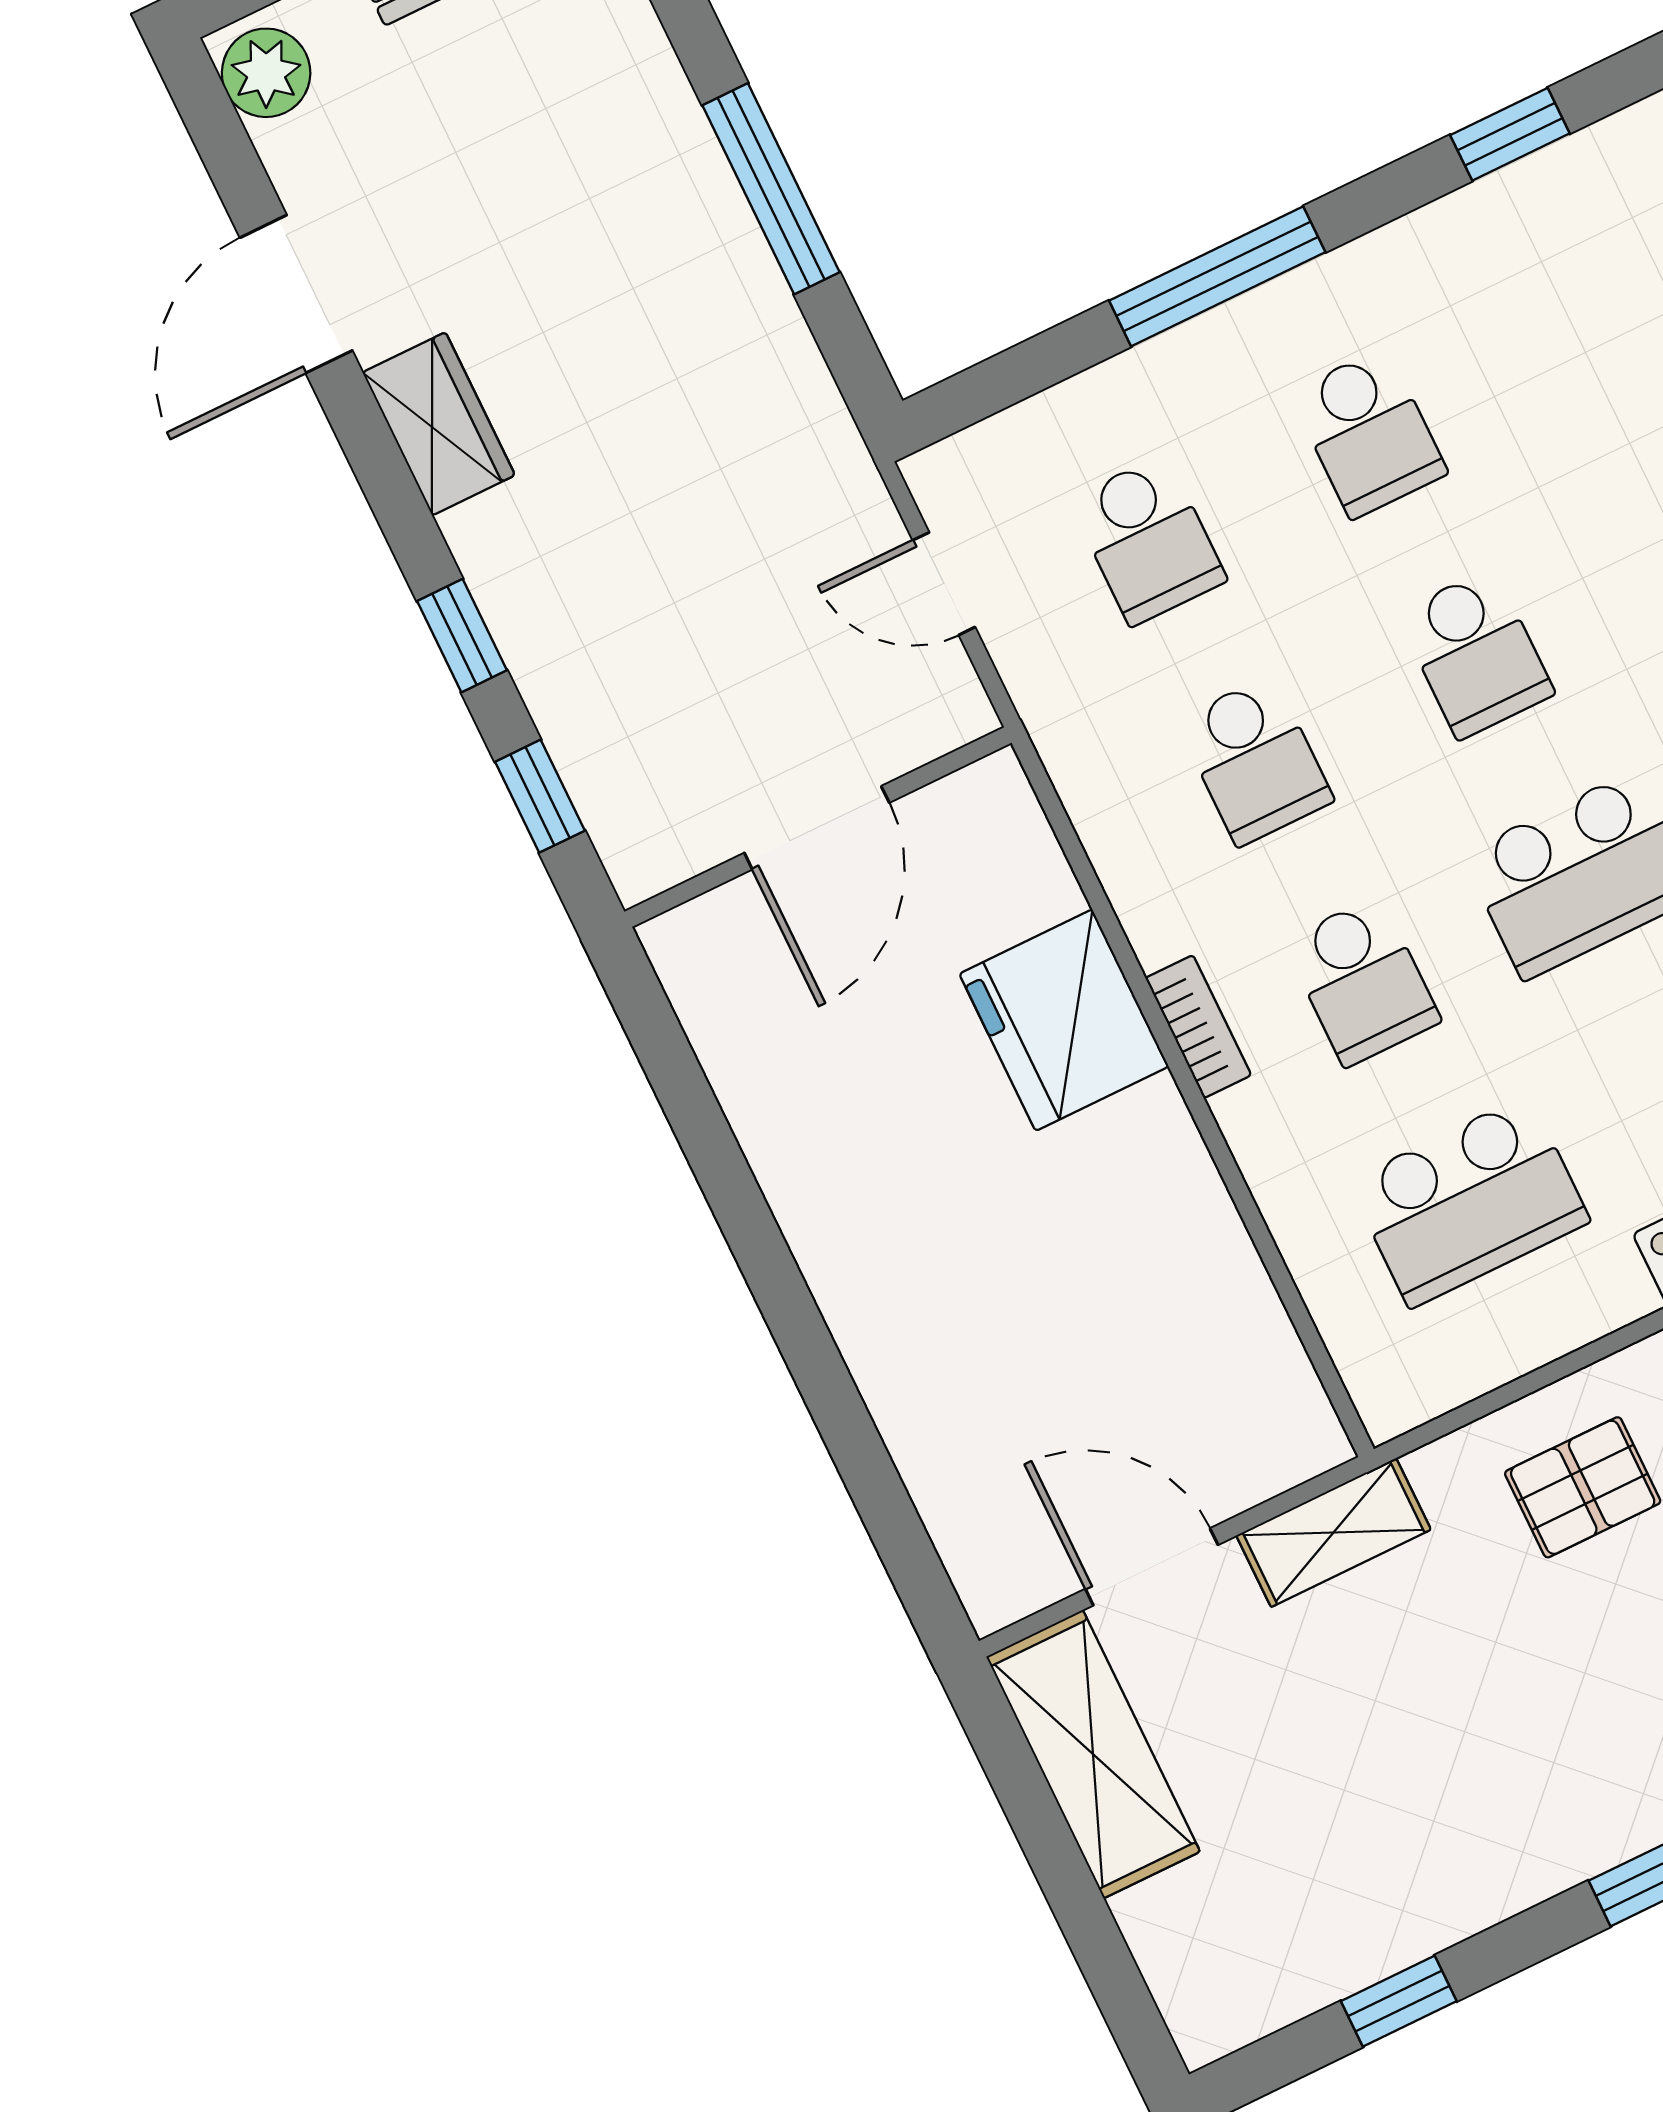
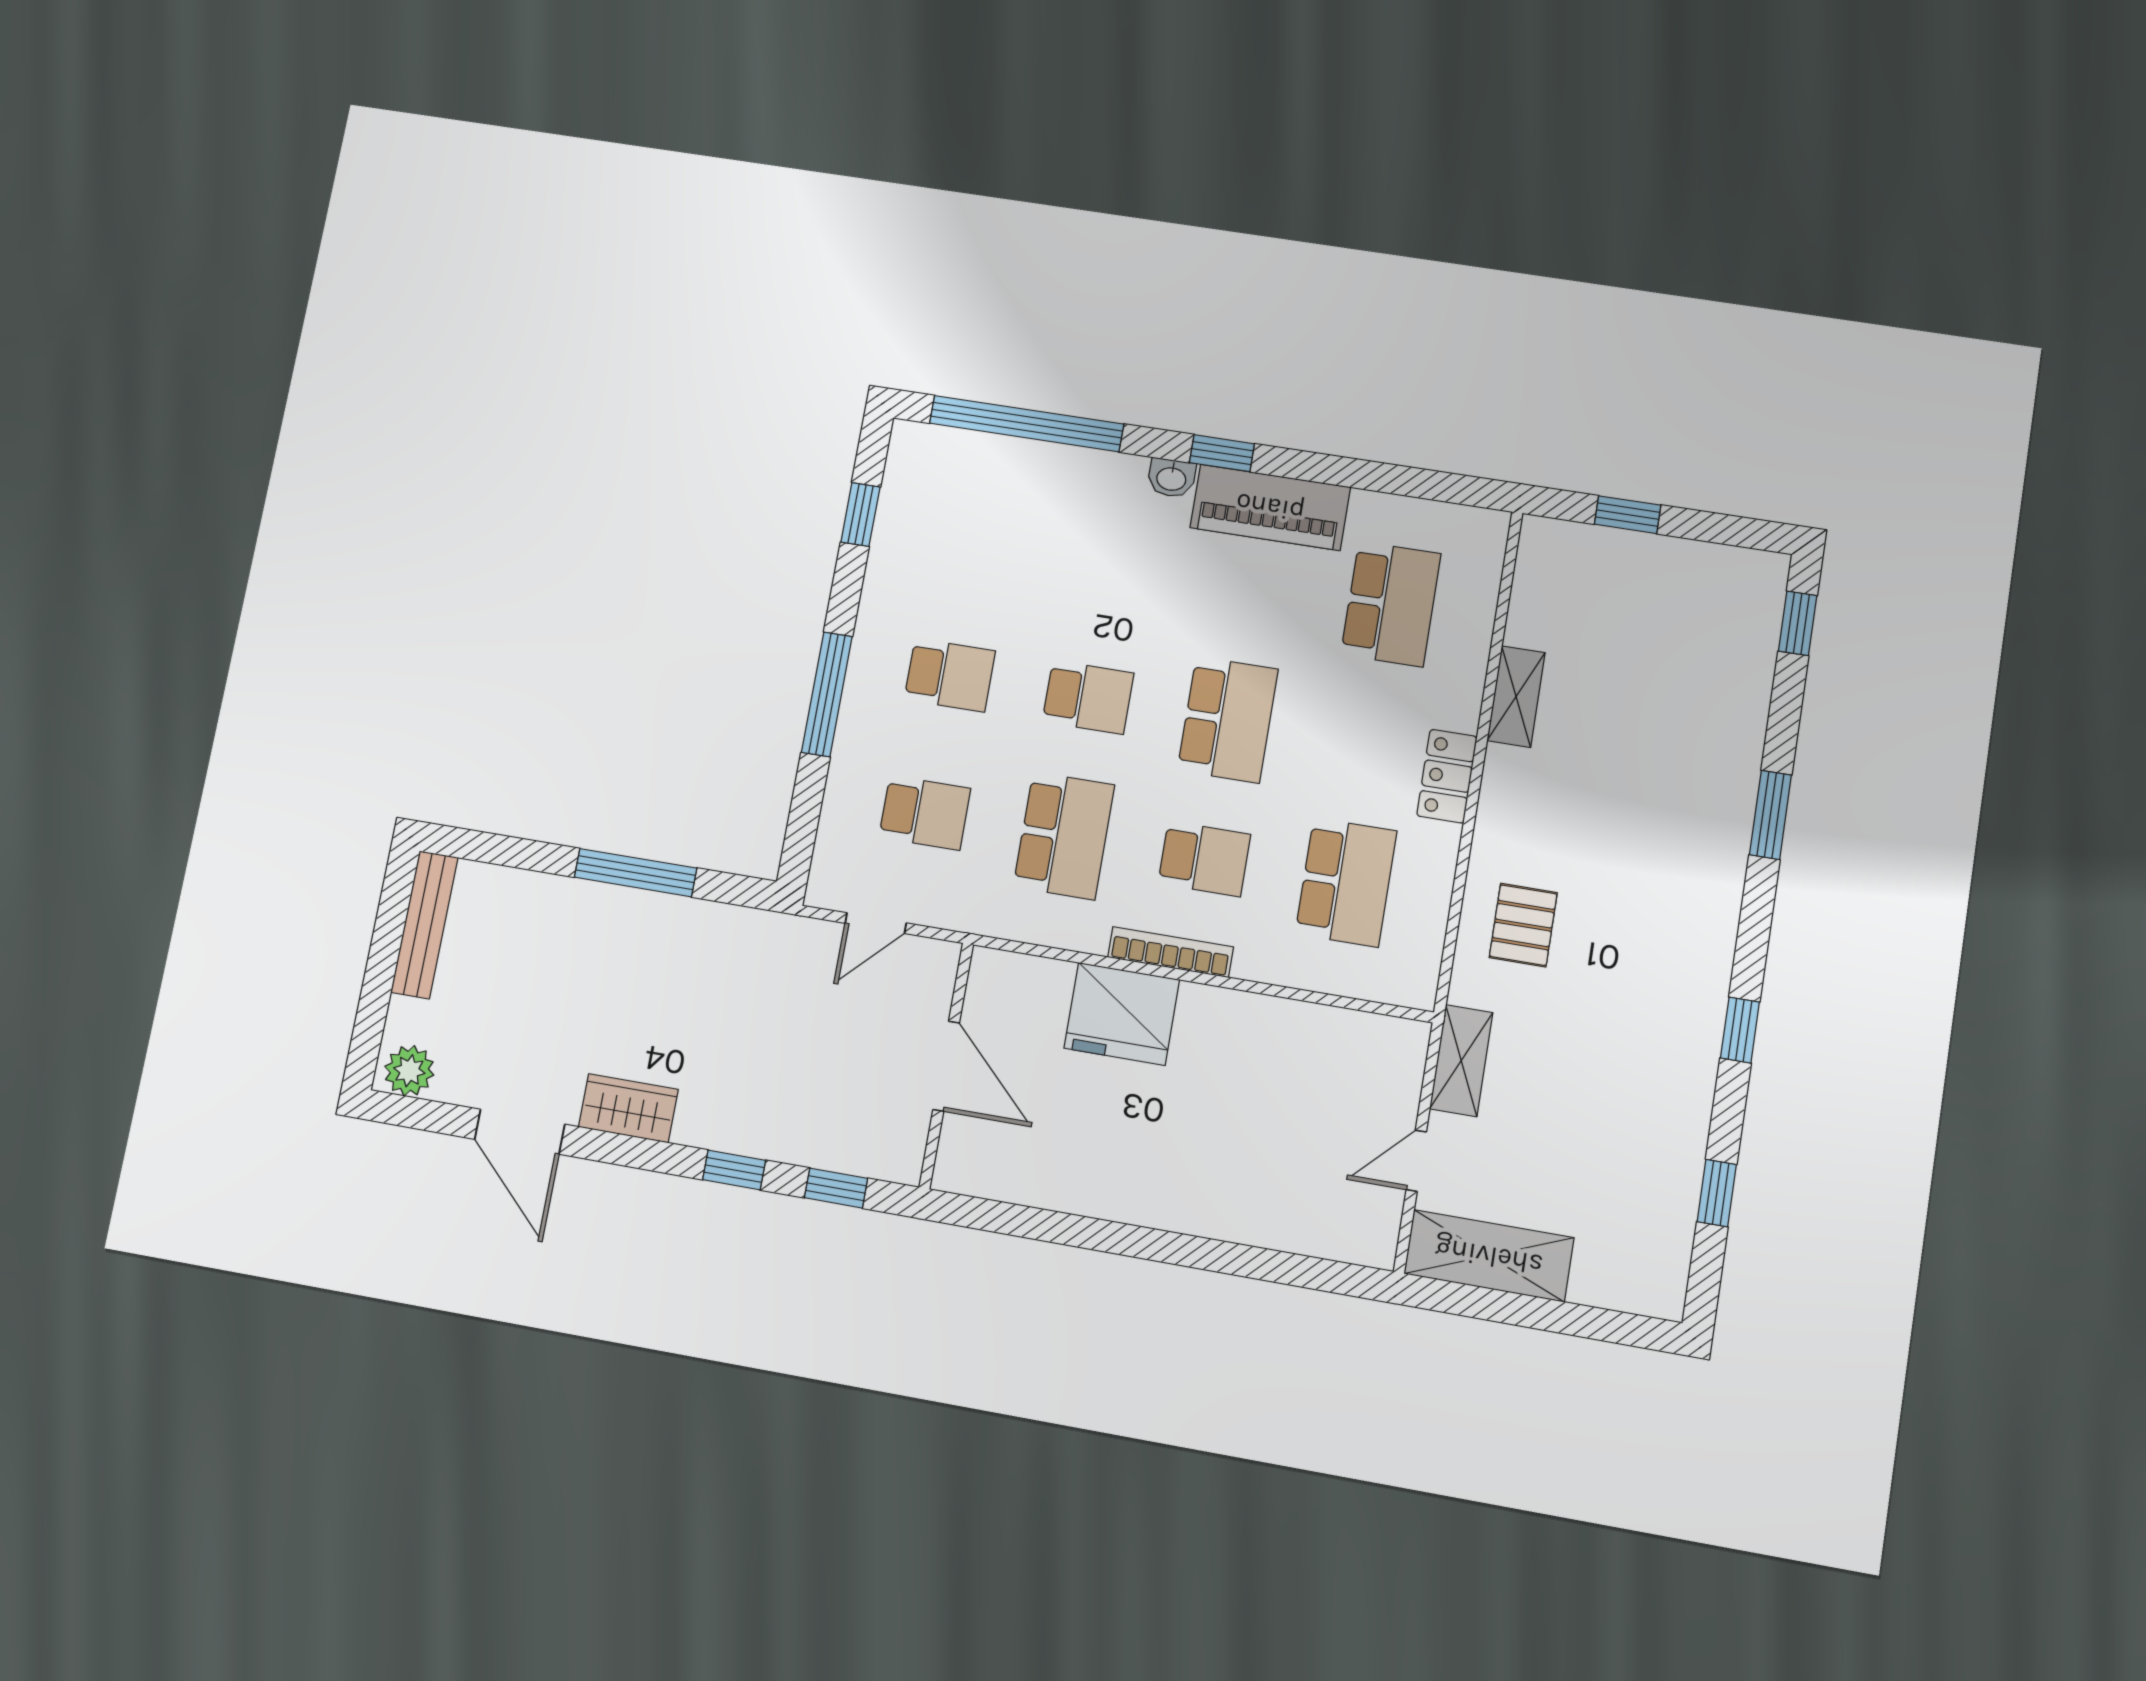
school desk: (1255, 760) -> (1064, 836), width x1.85
bookcase: (1198, 1027) -> (1170, 952), width x1.56
door: (1152, 1567) -> (1416, 1161), width x0.73

